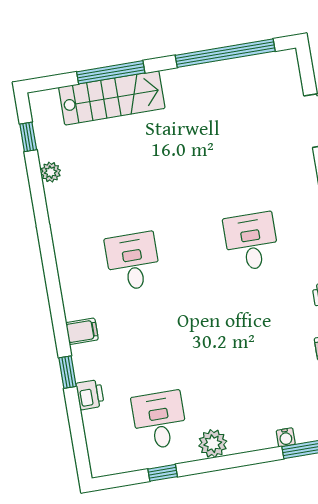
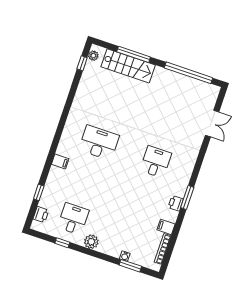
plant: (51, 172) -> (93, 56), moved
desk: (133, 261) -> (99, 143), width x1.37
window: (68, 372) -> (39, 192), moved
printer: (90, 395) -> (41, 215), moved

